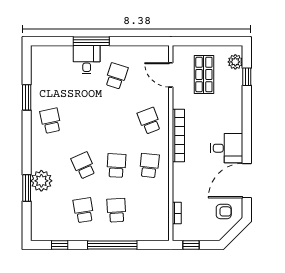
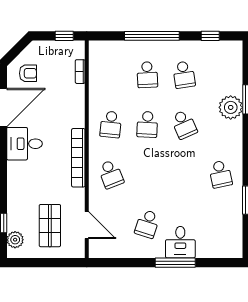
armchair: (224, 211) -> (28, 73), turned 180

